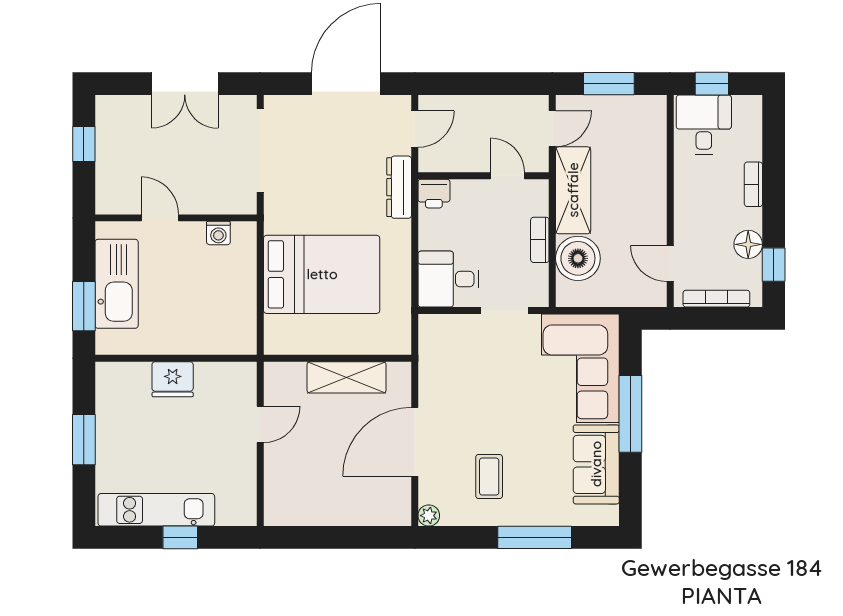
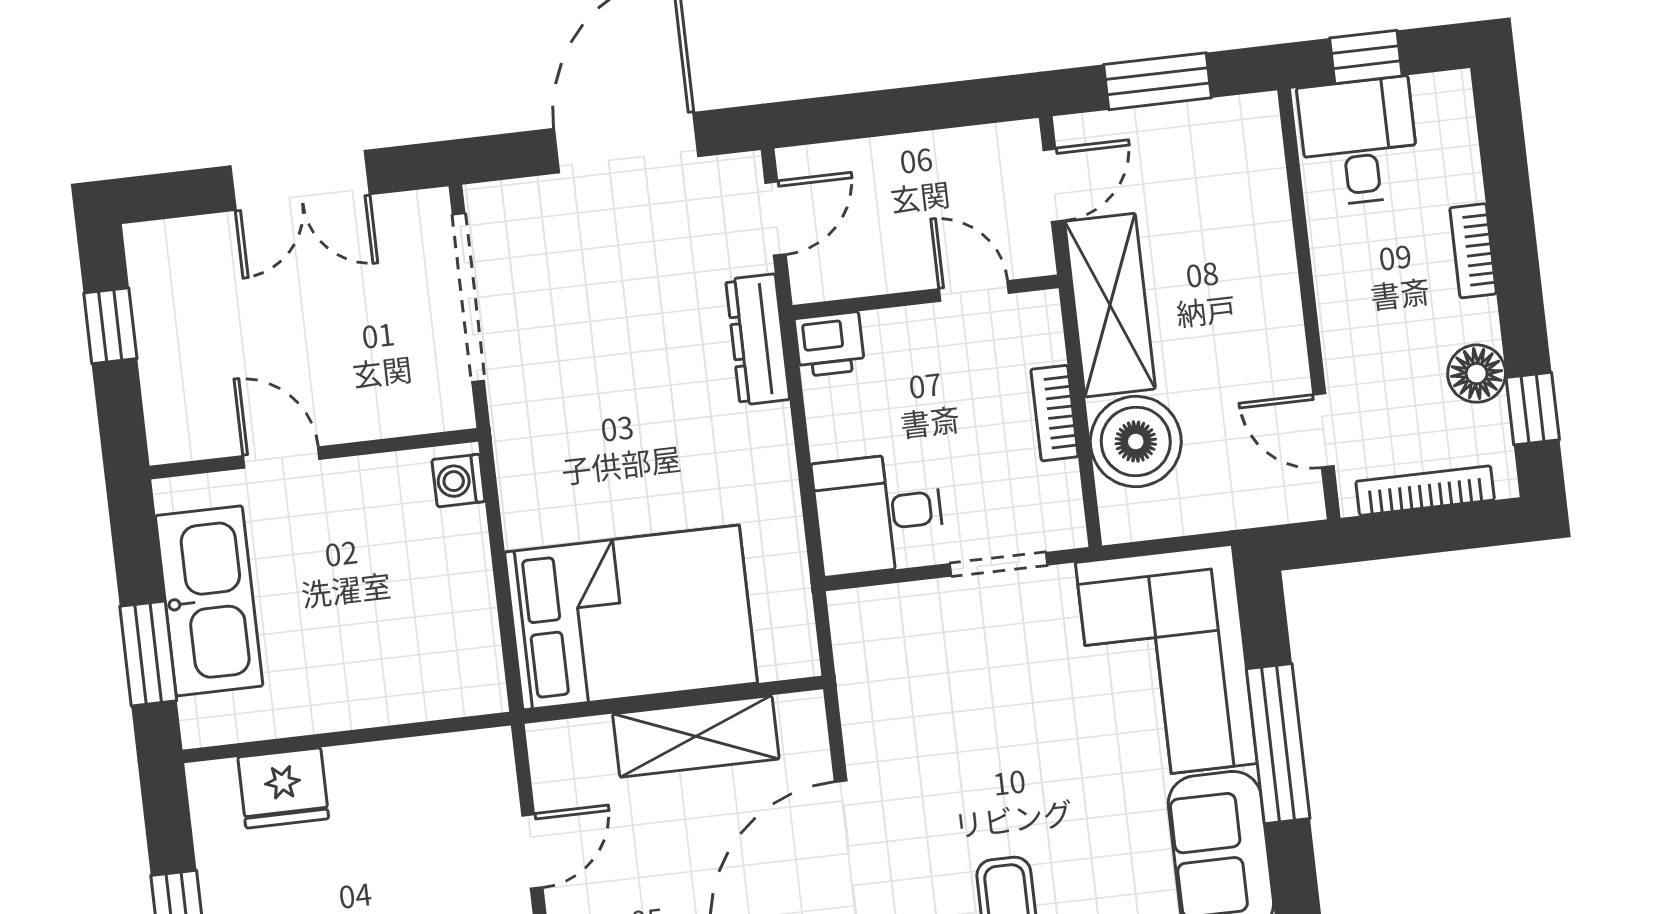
washing machine: (218, 233) -> (458, 481), moved, turned 90
bed: (322, 274) -> (631, 618), moved
fridge: (173, 379) -> (283, 788), moved

